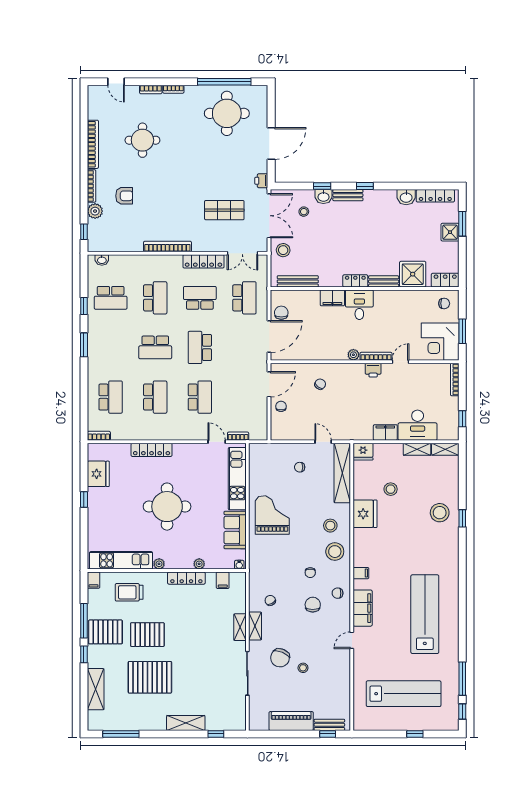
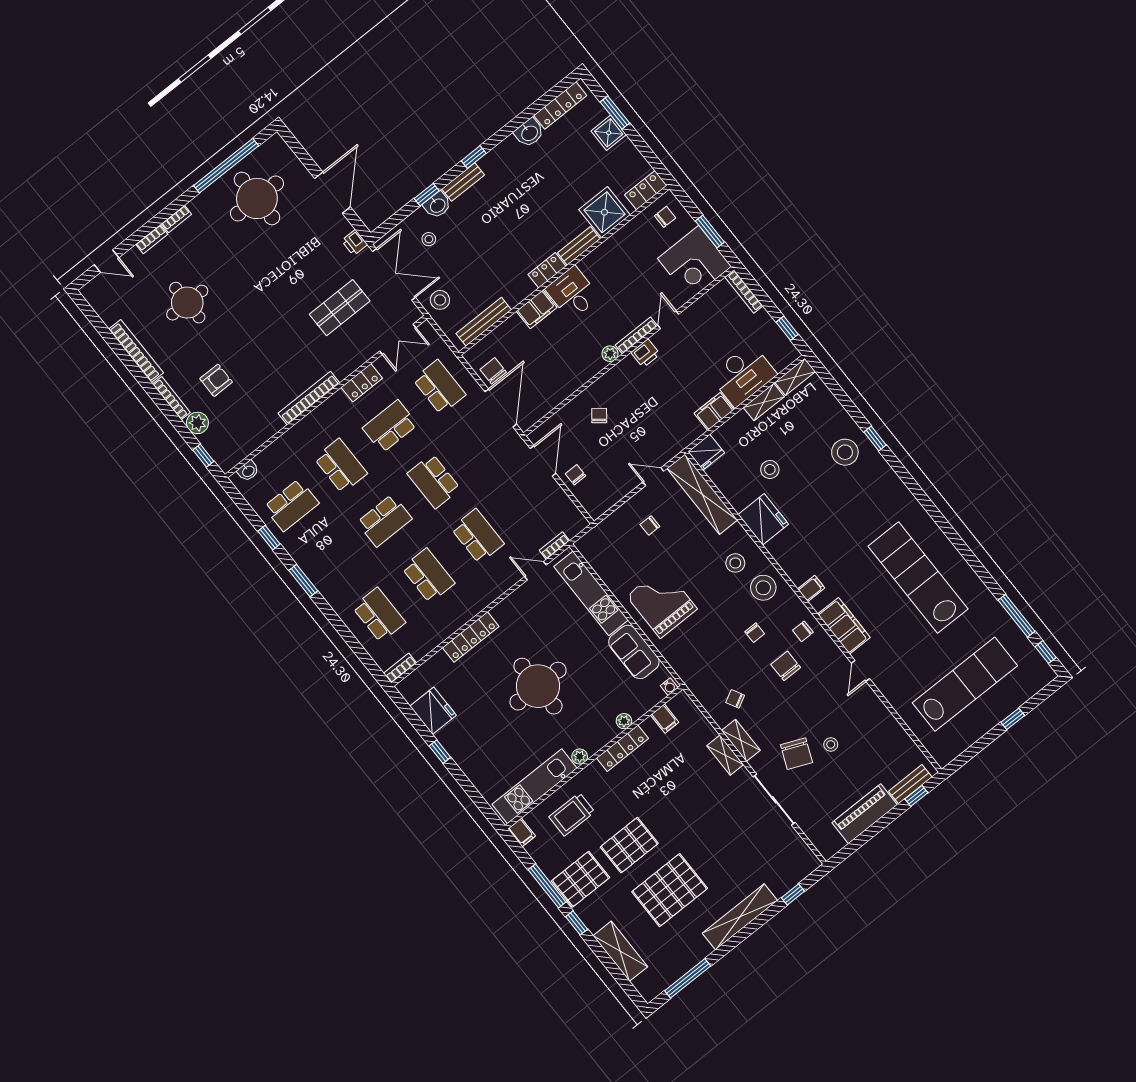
locker: (203, 261) -> (362, 383), width x0.66
shelving: (186, 723) -> (740, 917), width x1.47

